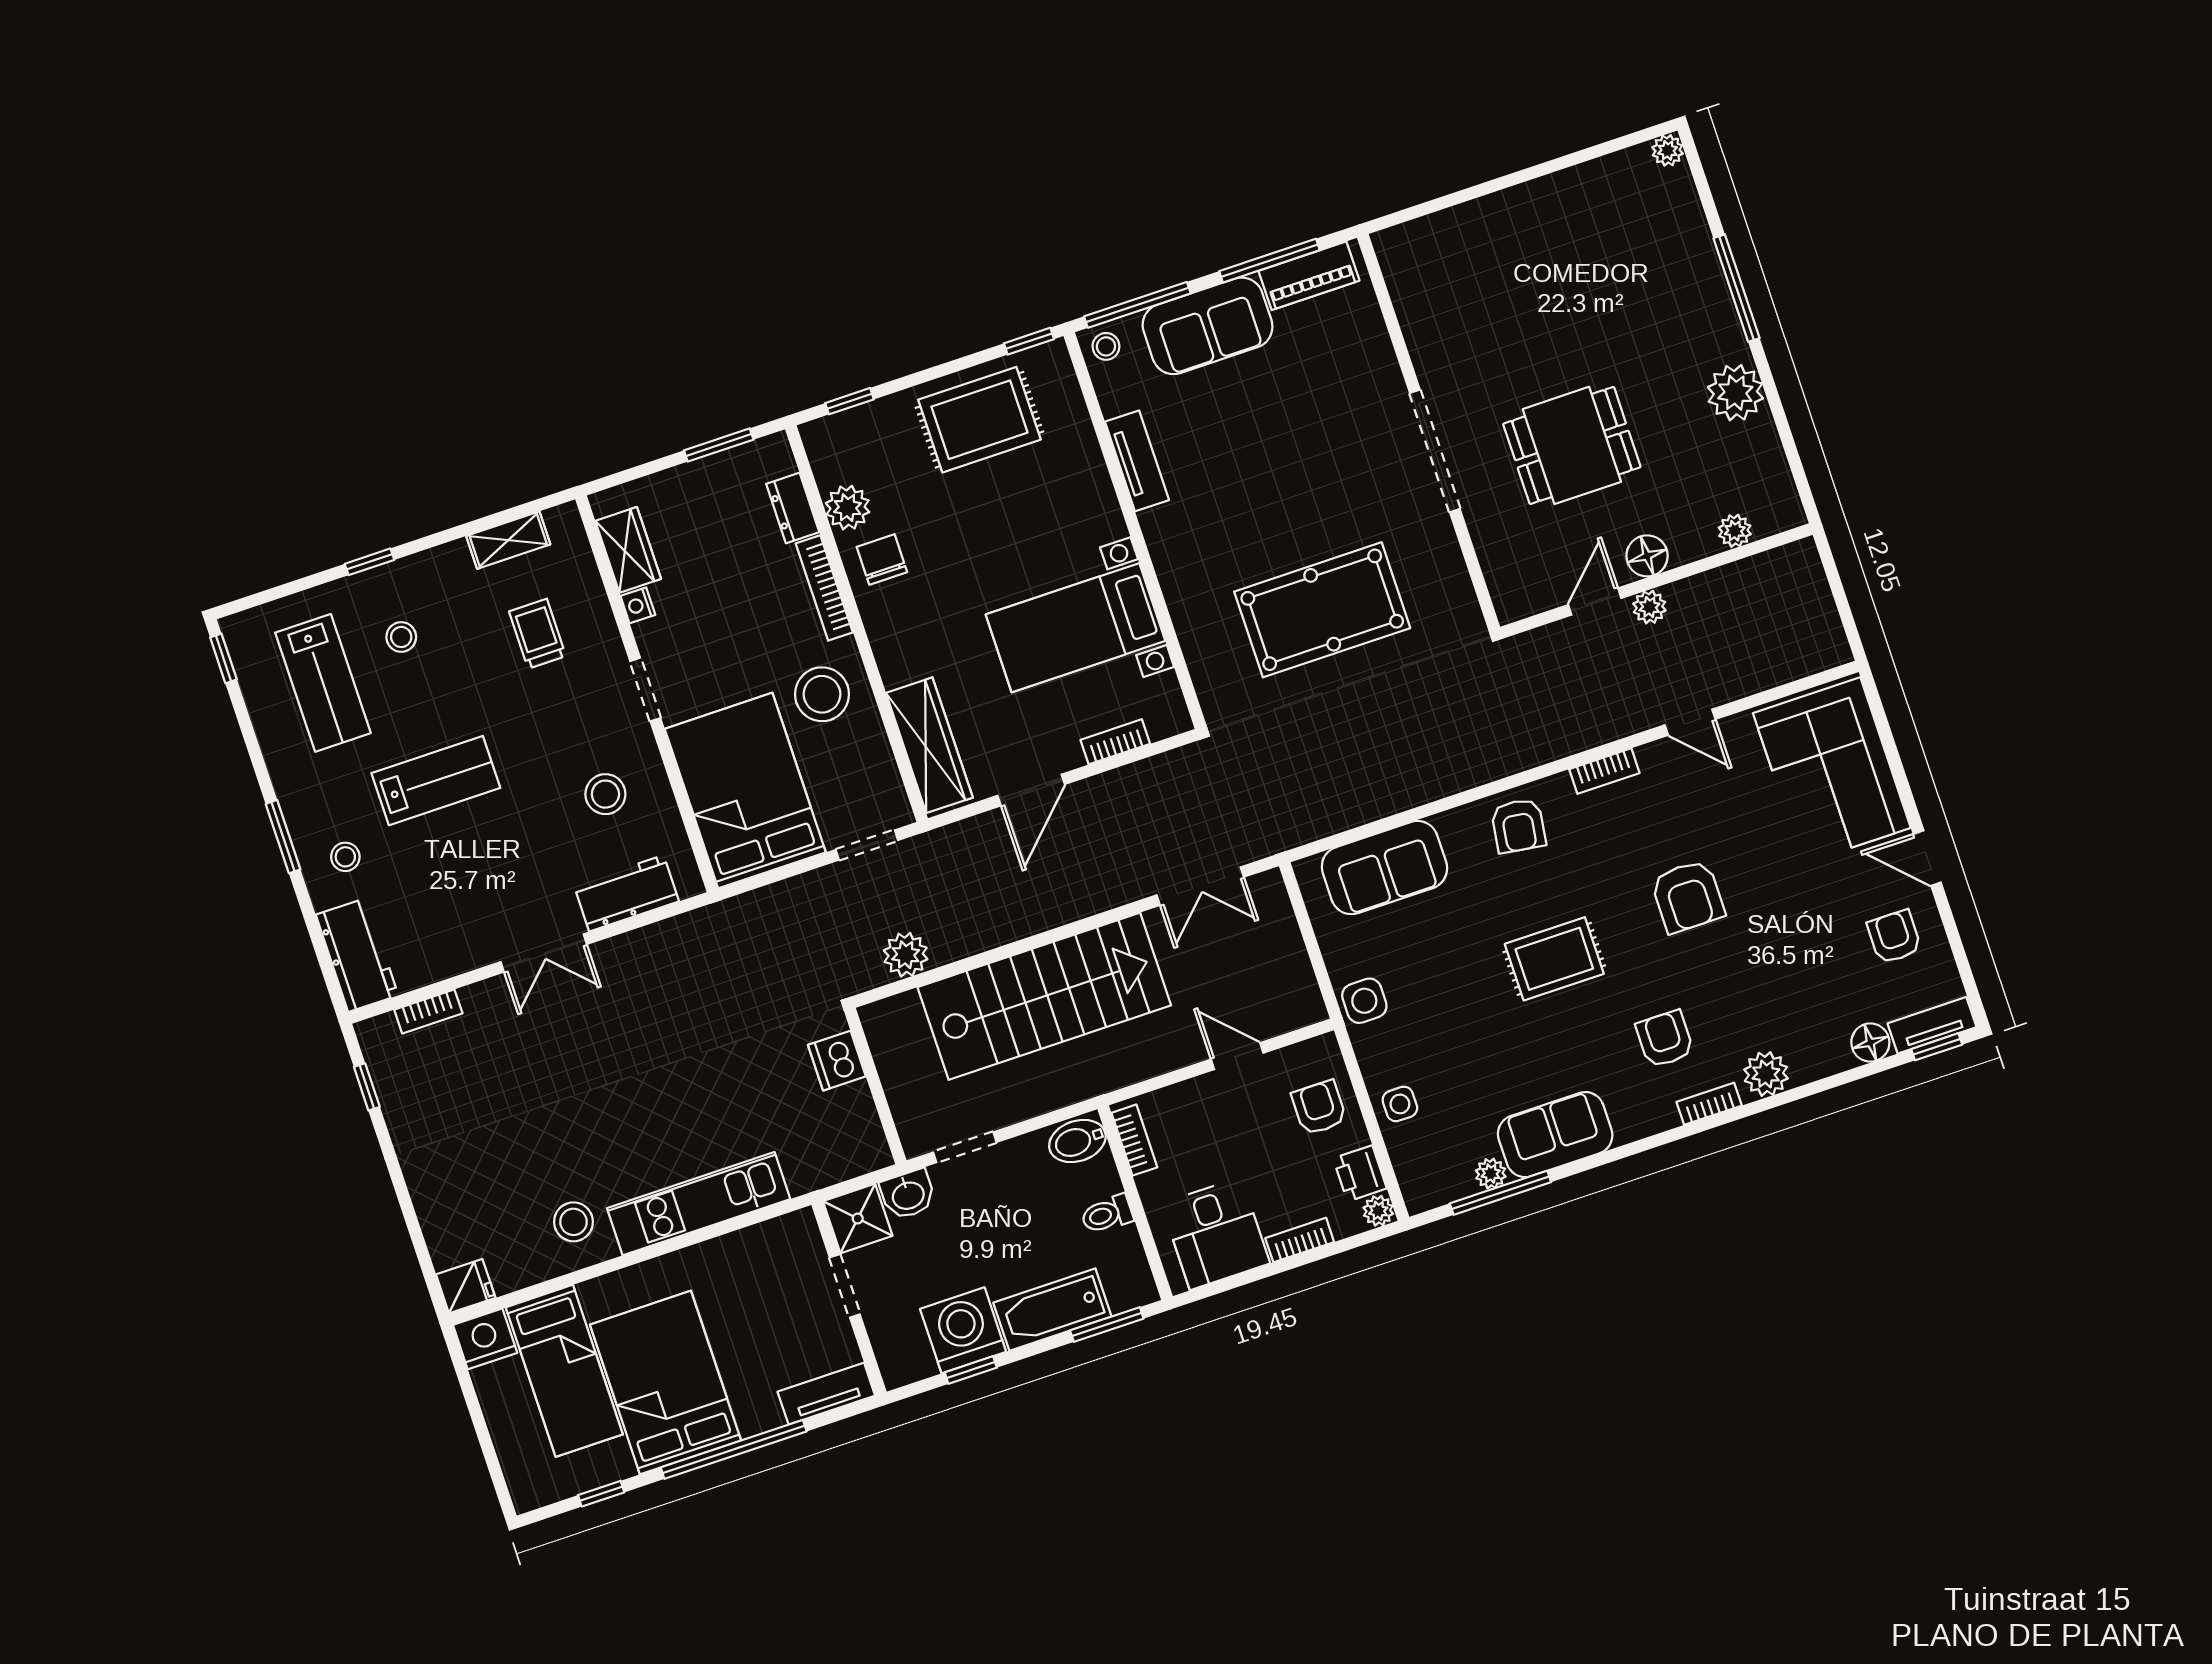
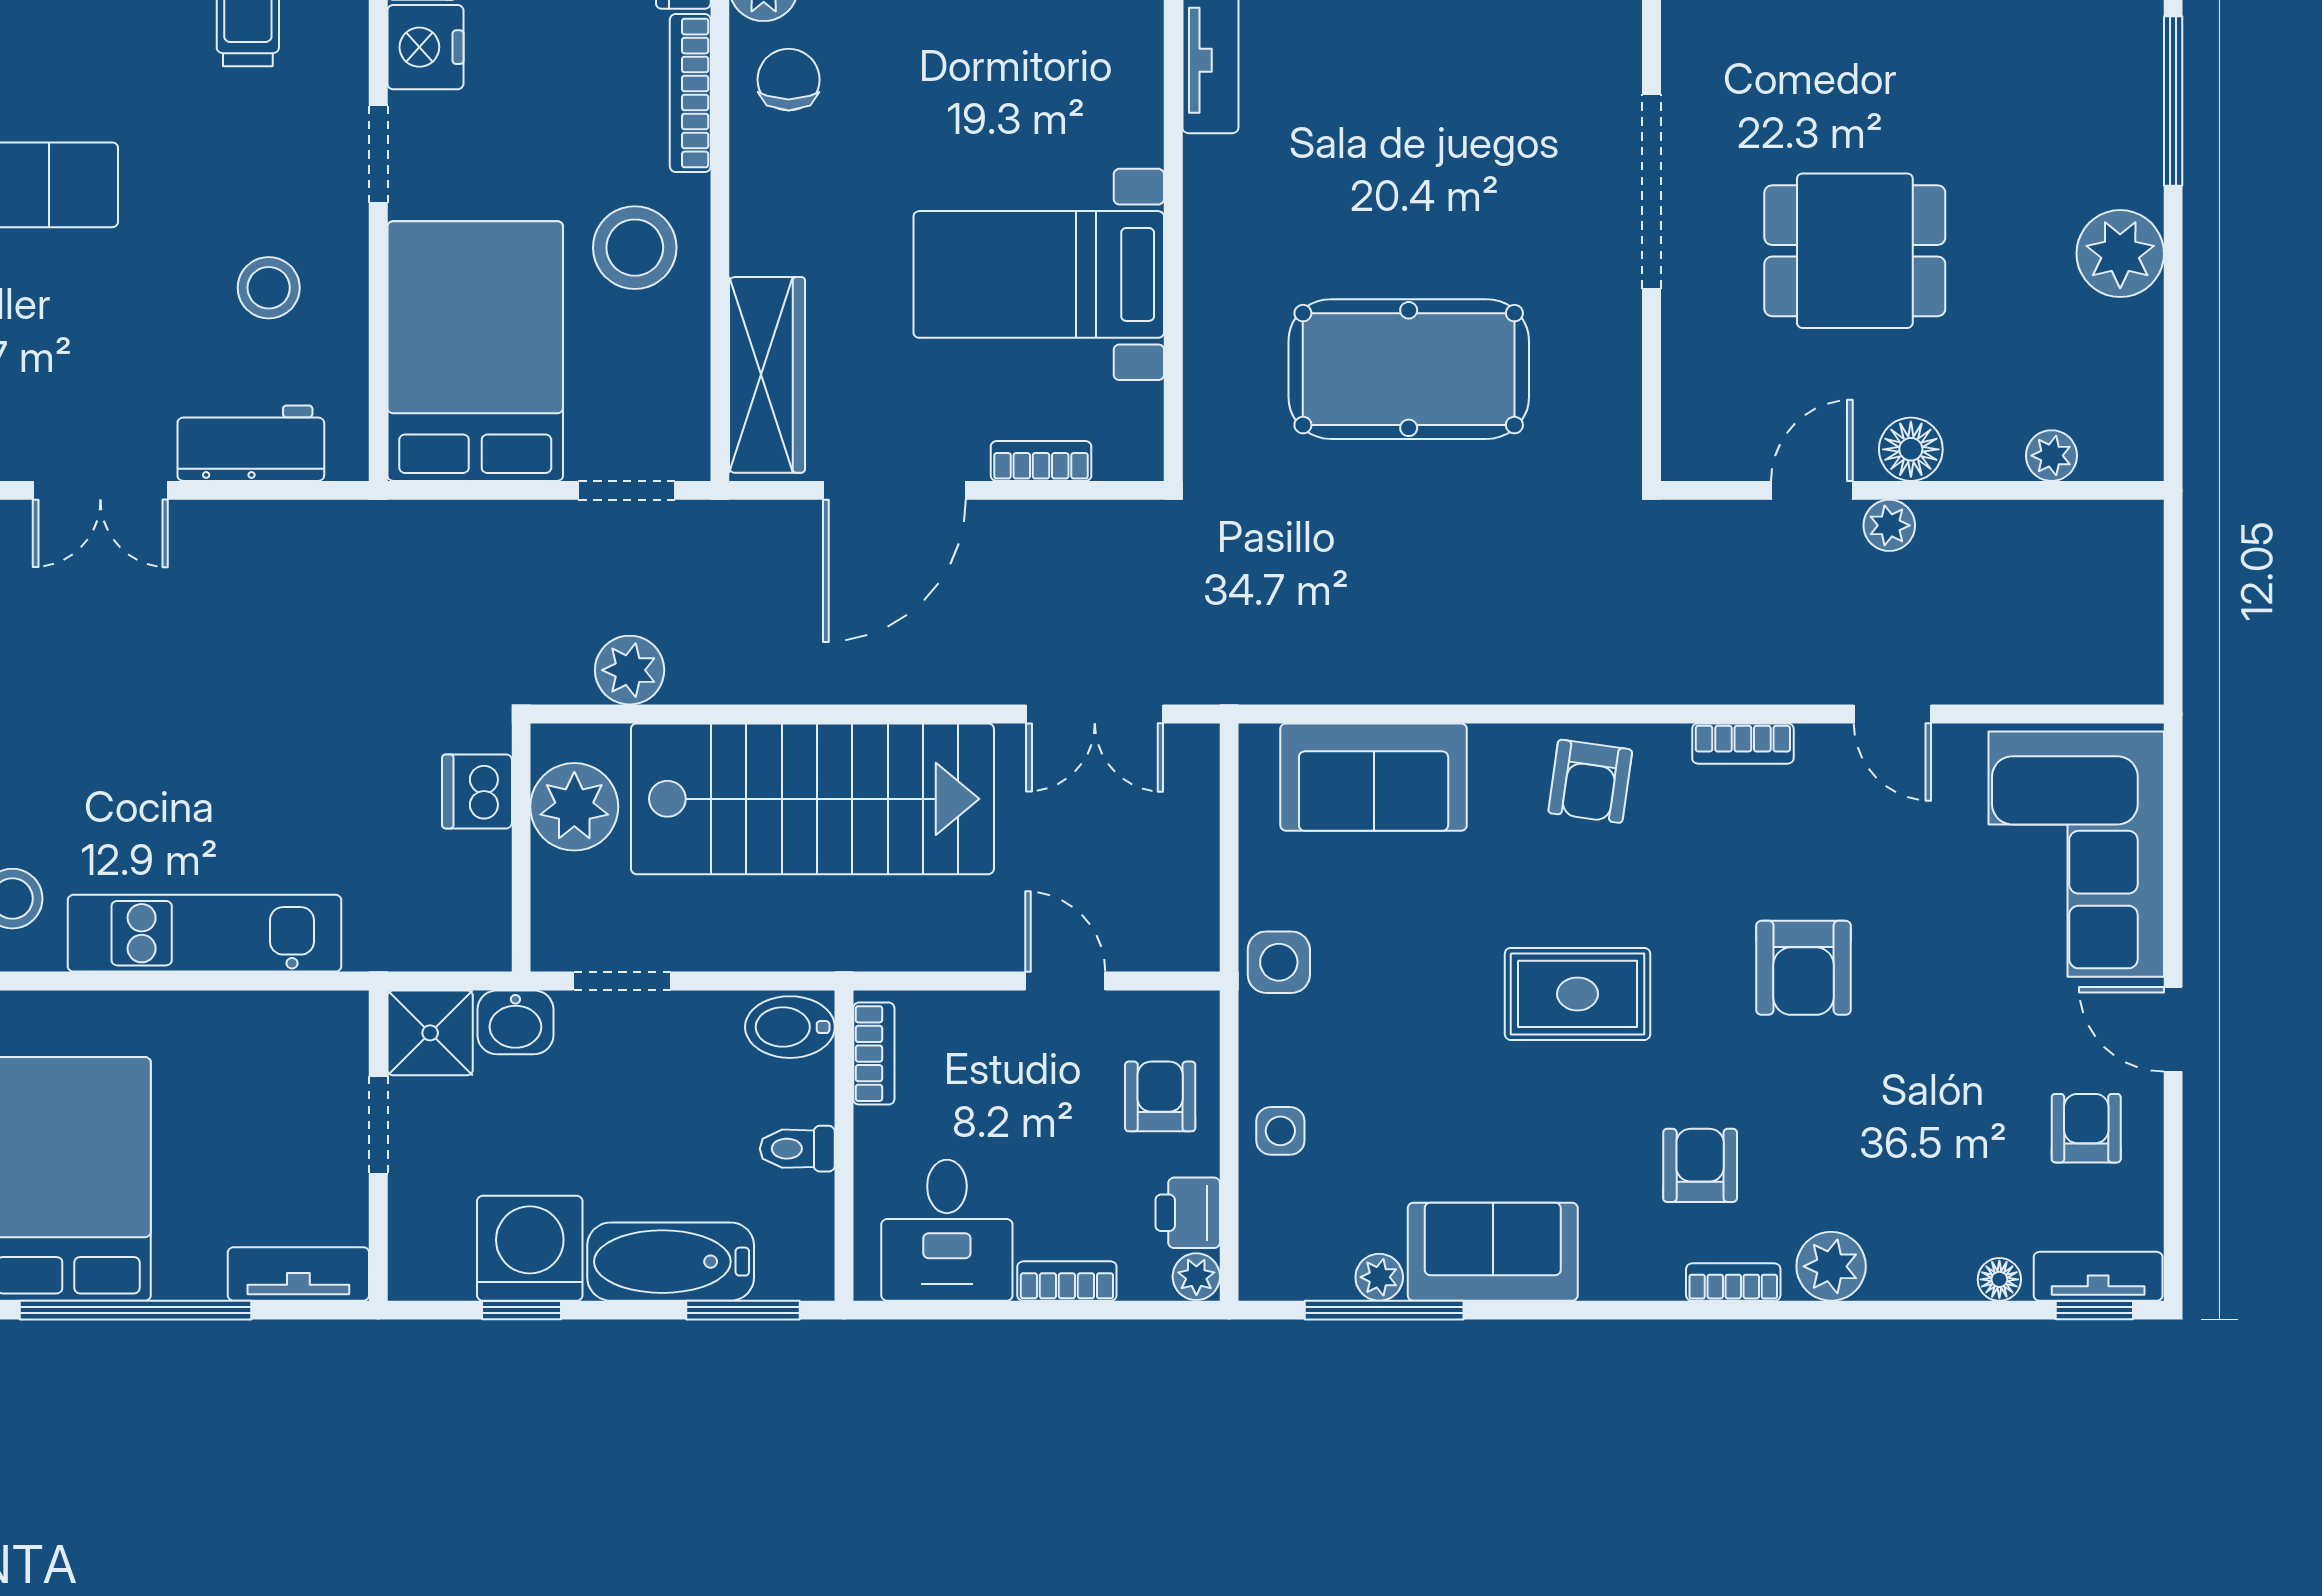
nightstand: (638, 605) -> (425, 47), width x1.89, depth x1.79
door: (1031, 790) -> (894, 490), width x1.36
floor lamp: (1870, 1043) -> (1999, 1279), width x0.73, depth x0.73
plant: (900, 1050) -> (574, 807), added

